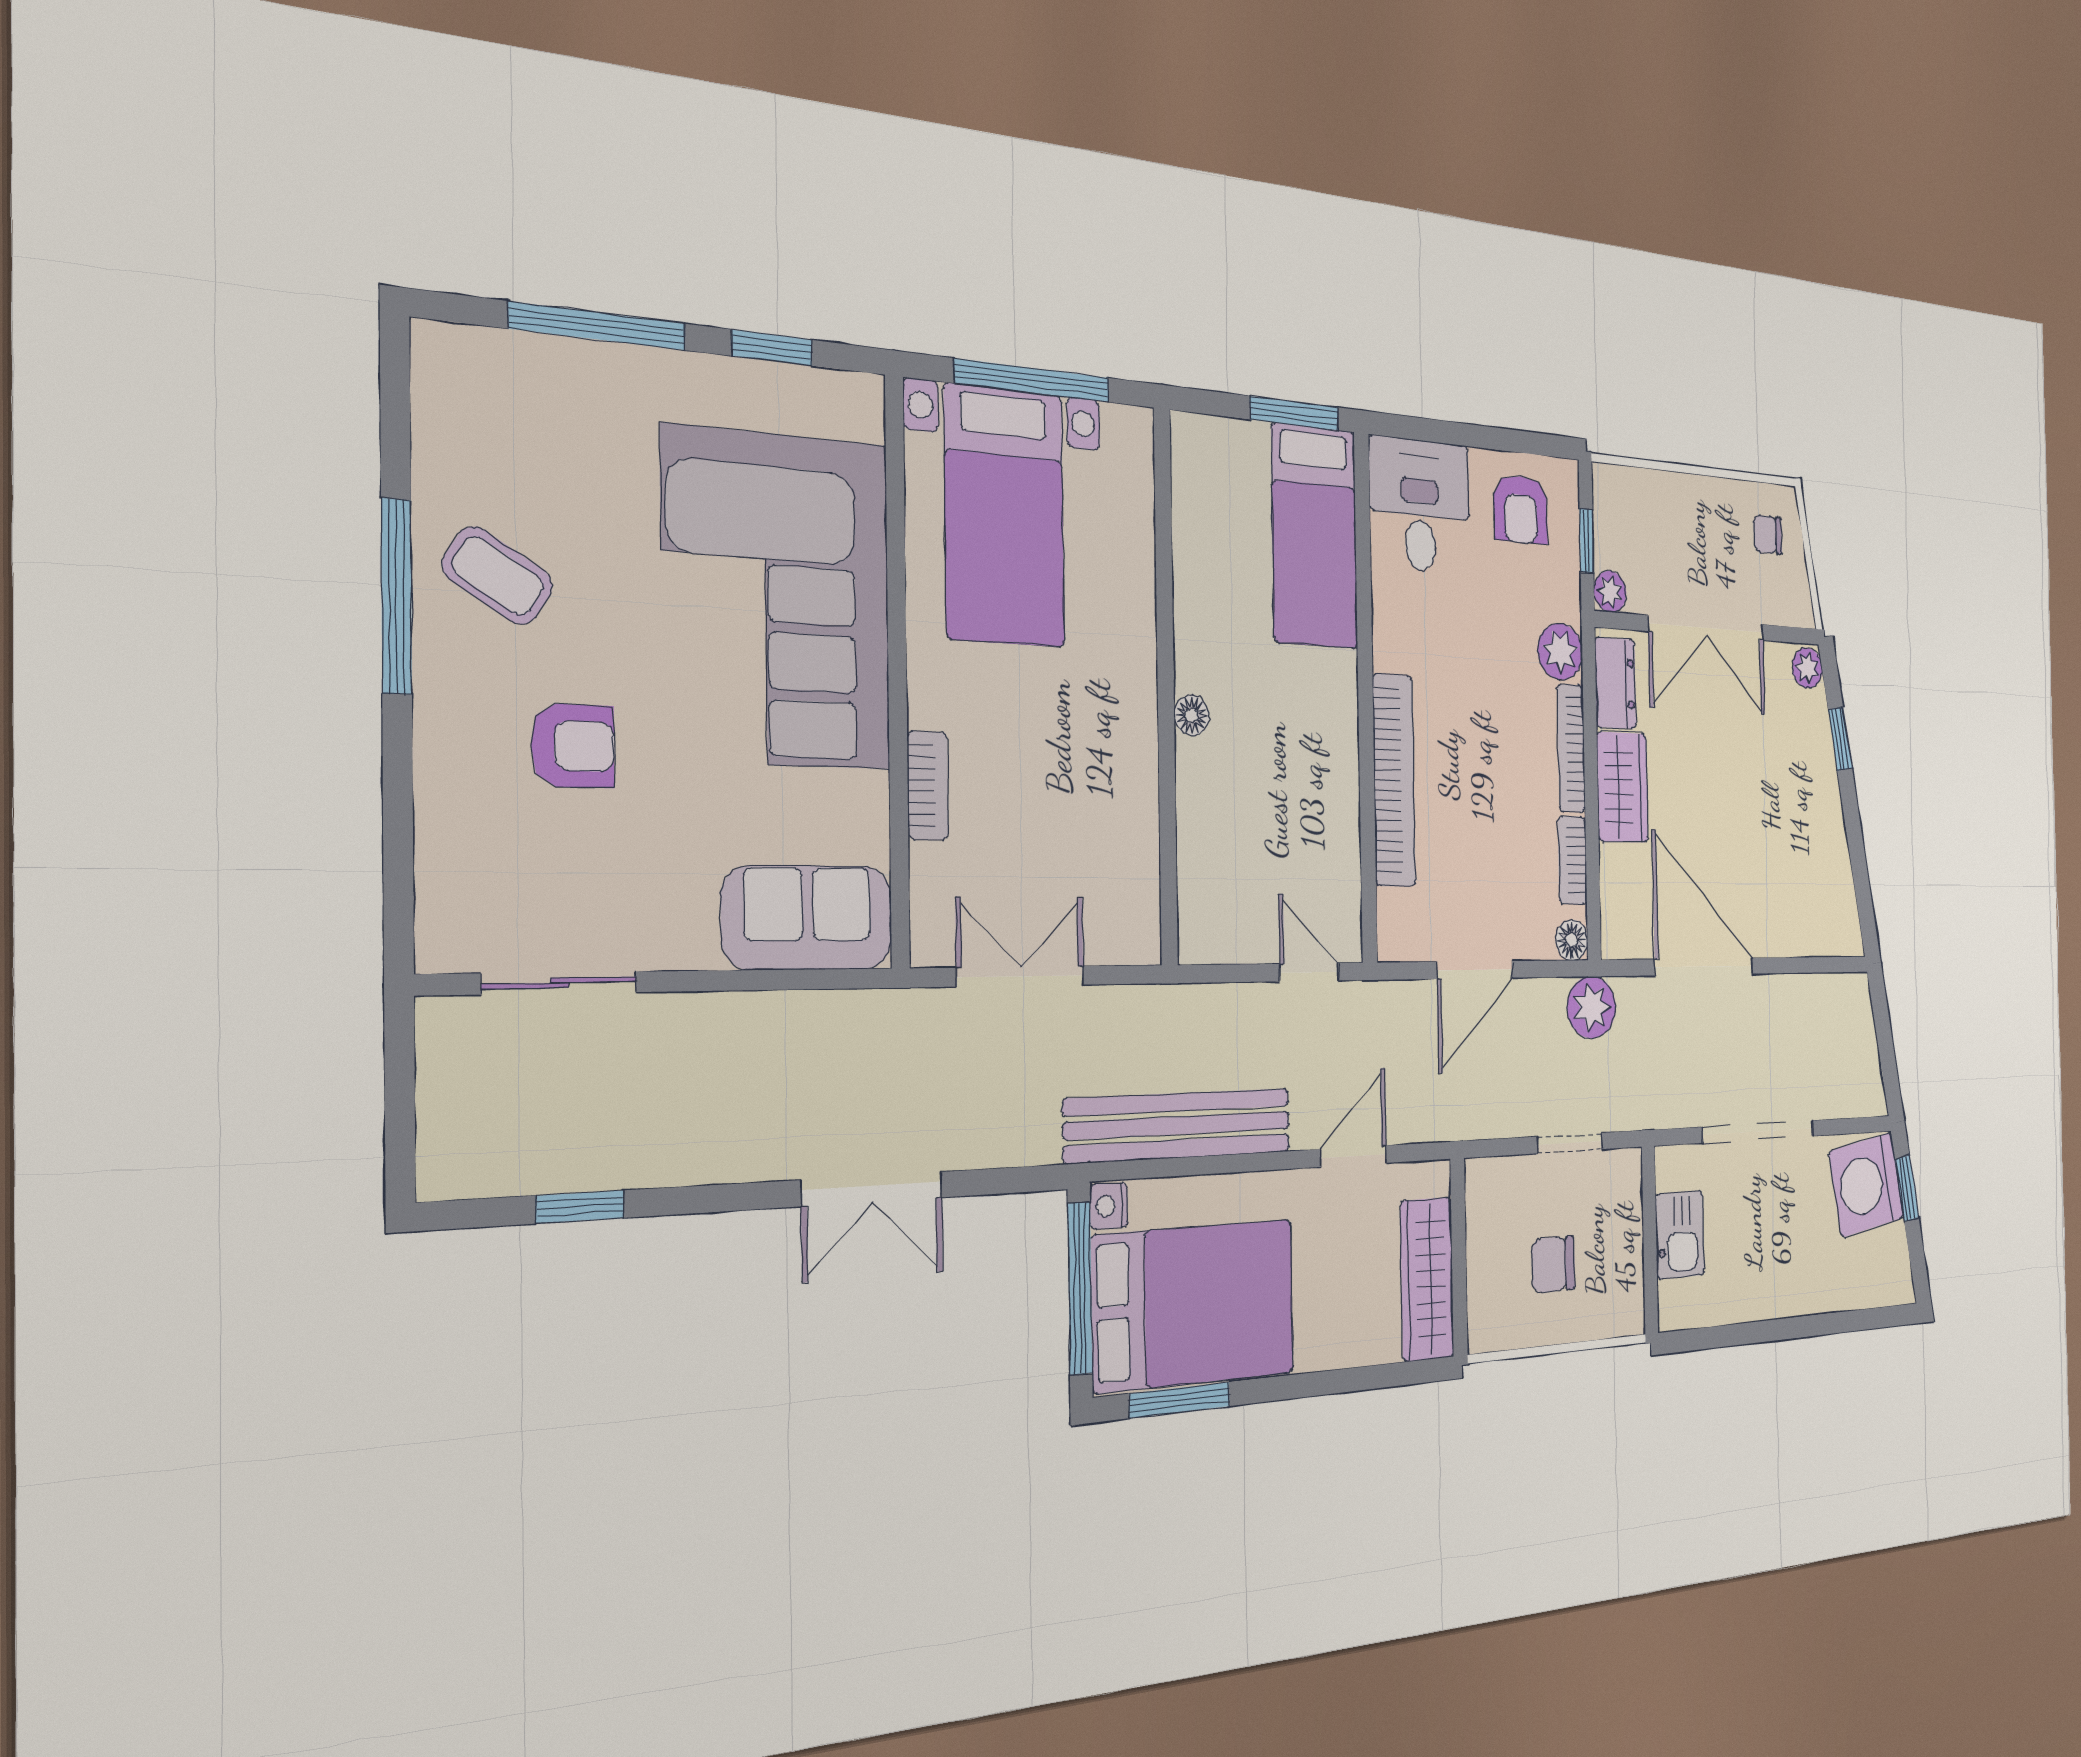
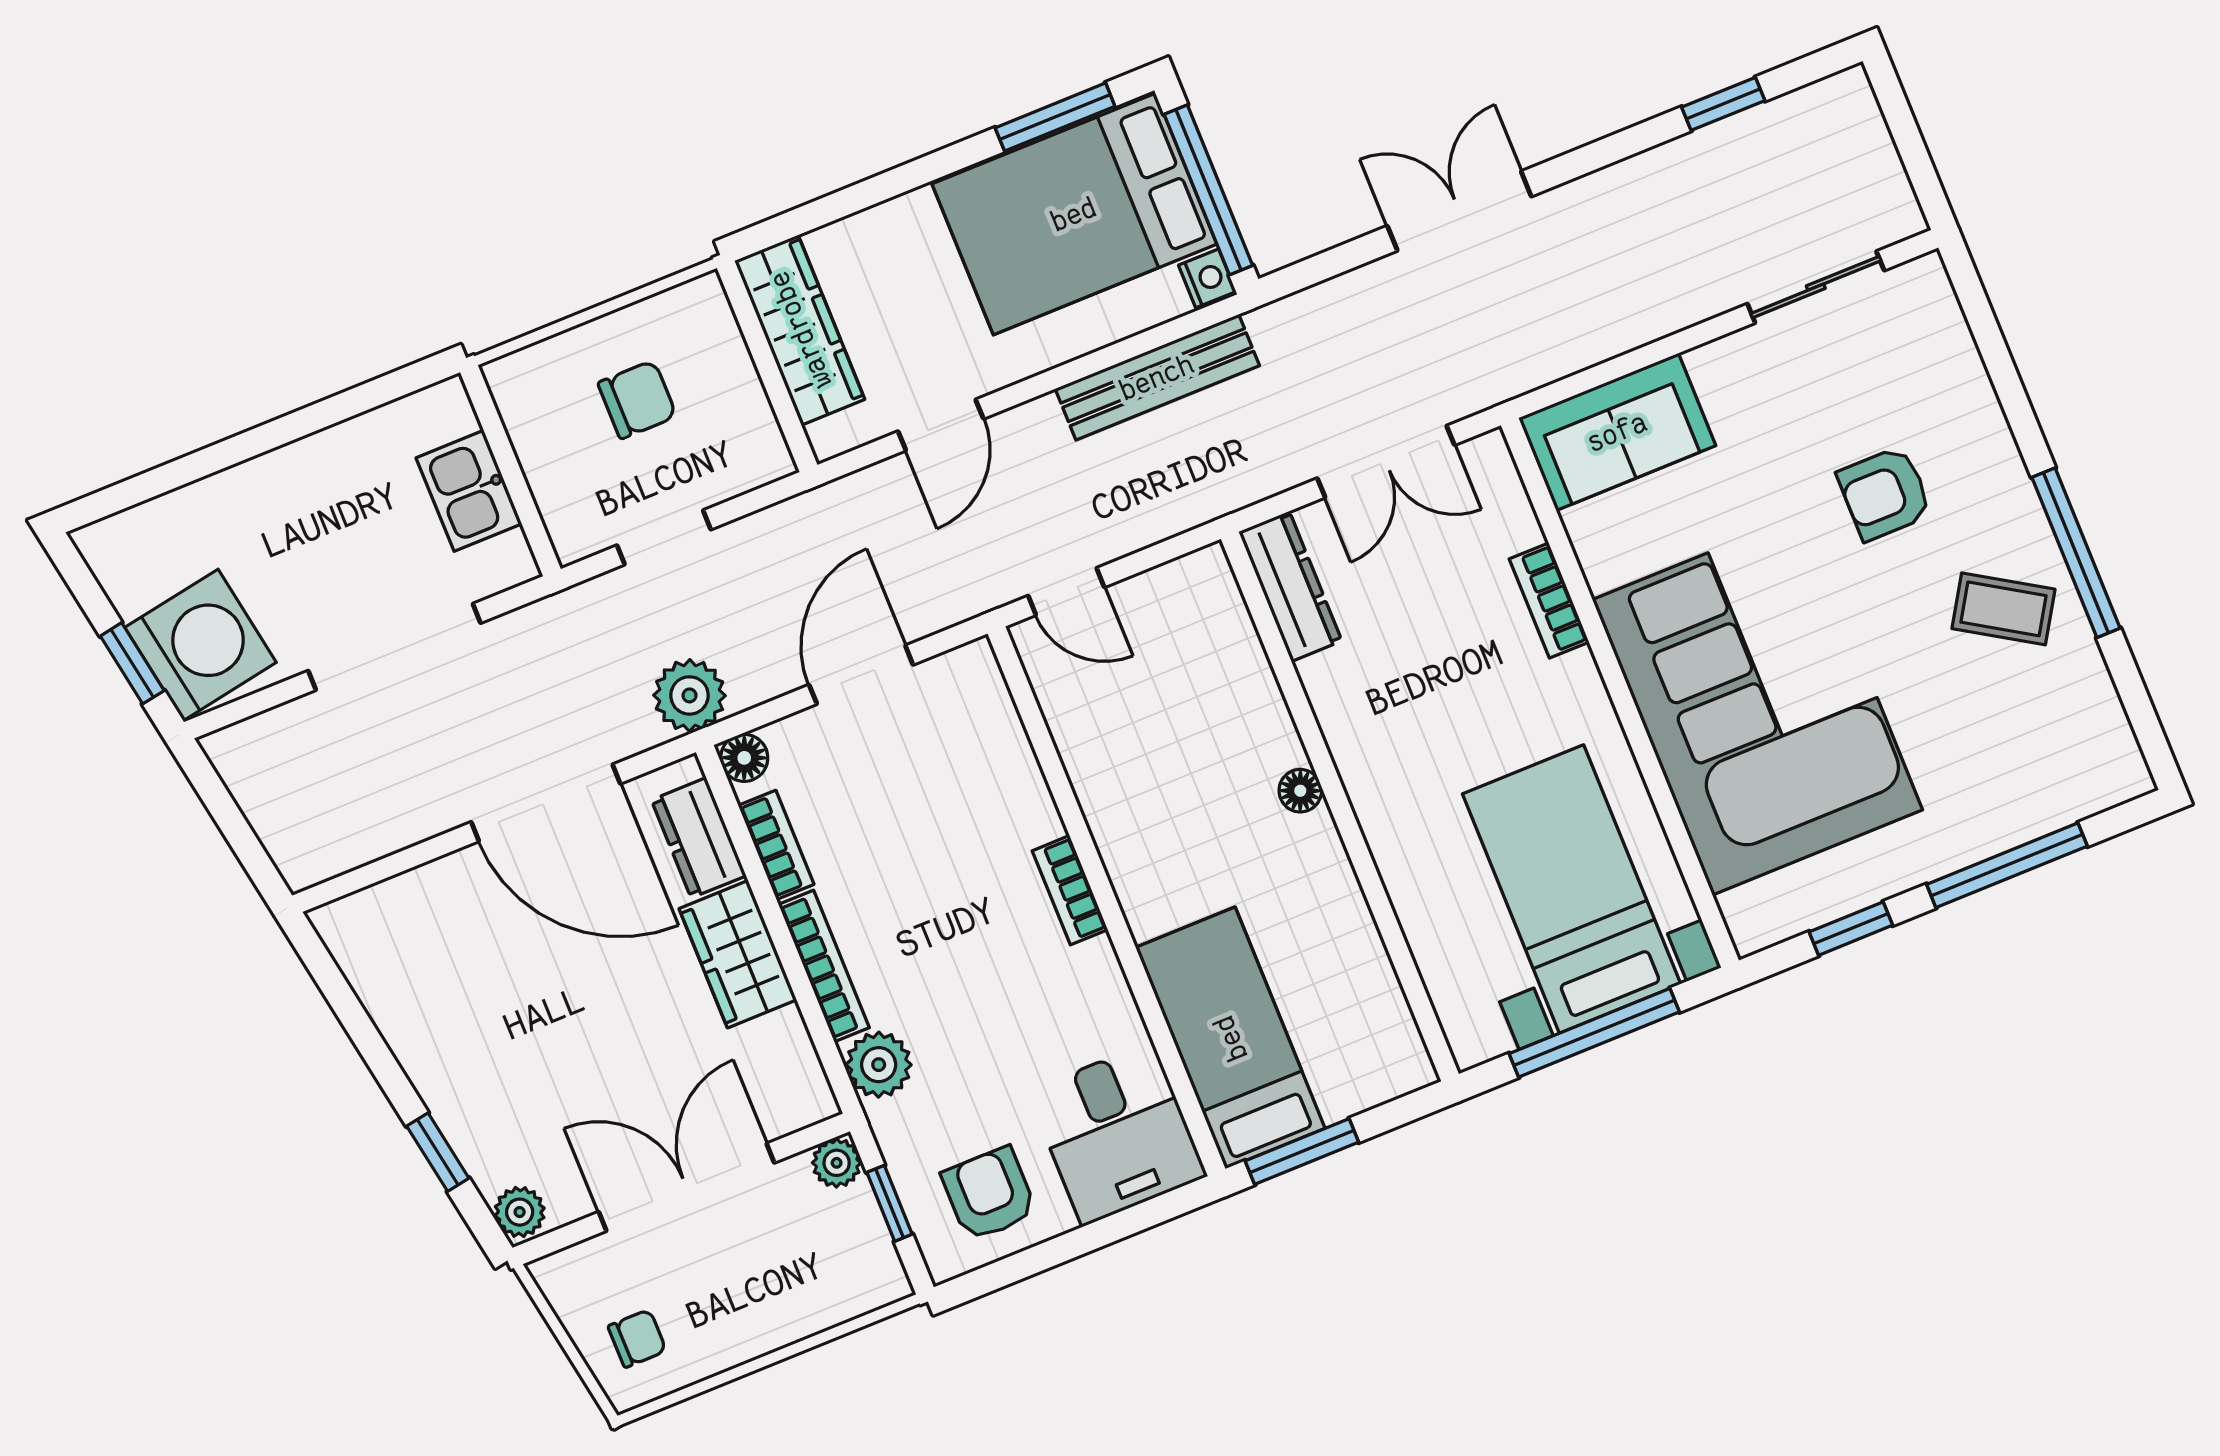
dresser: (1615, 683) -> (699, 838), moved
bookcase: (1394, 780) -> (1070, 890), width x0.43, depth x0.76
dresser: (1138, 898) -> (1290, 586), added
bench: (1178, 1126) -> (1157, 377), width x0.73, depth x0.82

